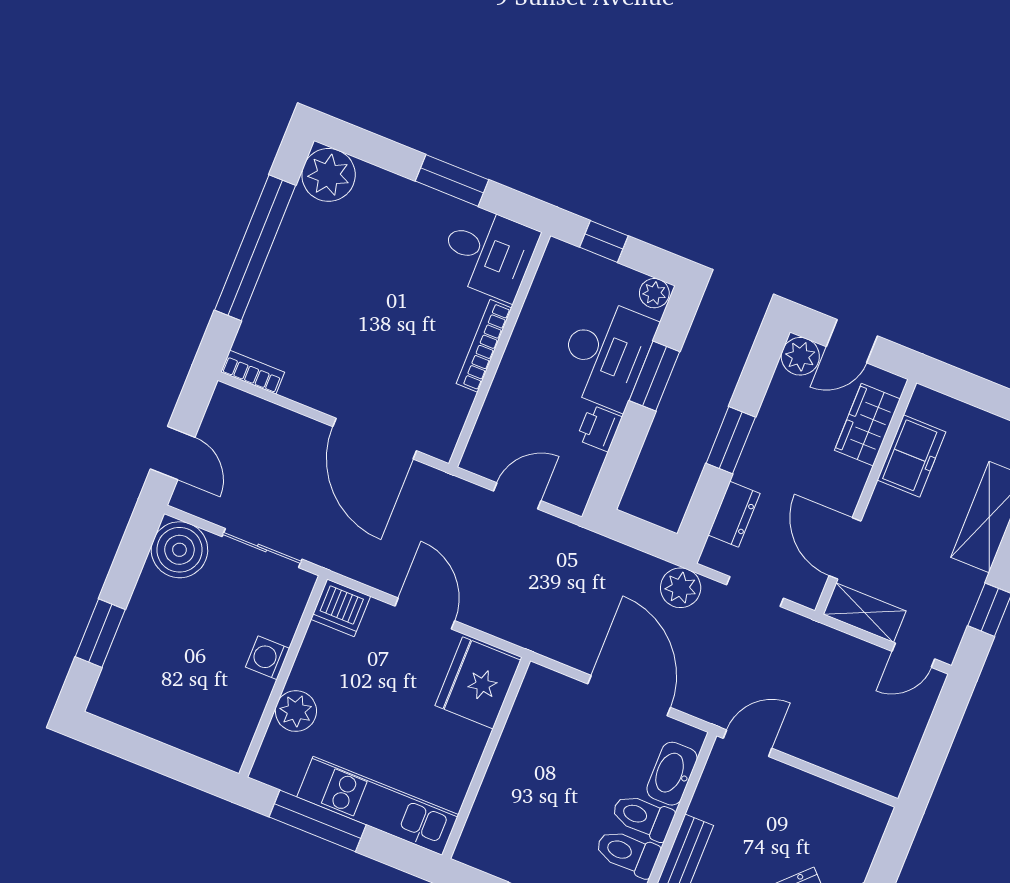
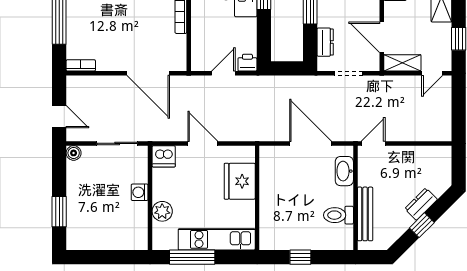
printer: (599, 428) -> (247, 63), moved, turned 90
boiler: (179, 550) -> (74, 153), width x0.54, depth x0.54
plant: (681, 588) -> (314, 85), removed
fridge: (478, 683) -> (240, 181), moved
toilet: (643, 817) -> (339, 196), removed

